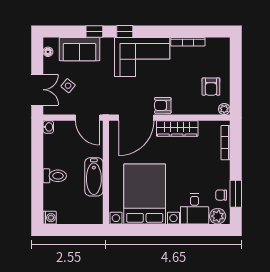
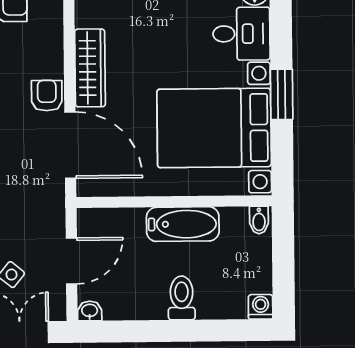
armchair: (163, 105) -> (47, 96), turned 180
door: (88, 118) -> (71, 261), moved
bidet: (96, 217) -> (259, 220), added
window: (162, 230) -> (282, 94), added

